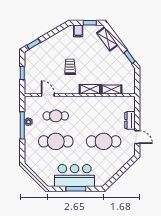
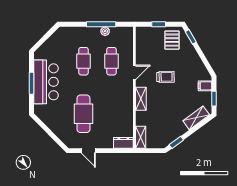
pallet: (37, 61) -> (172, 40), added
shelving: (112, 89) -> (141, 137), moved
door: (48, 95) -> (134, 72), moved
dresser: (130, 120) -> (123, 143), moved
door: (137, 137) -> (88, 151), hinge flipped
cafe table: (56, 141) -> (84, 61), width x0.73, depth x0.74

